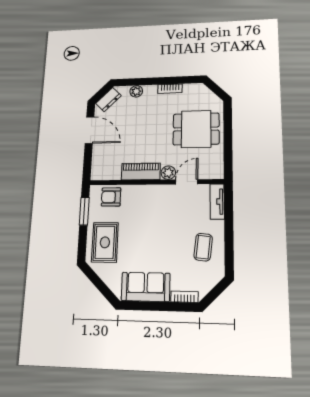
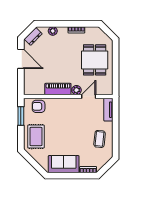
dining table: (196, 129) -> (95, 60), turned 90

